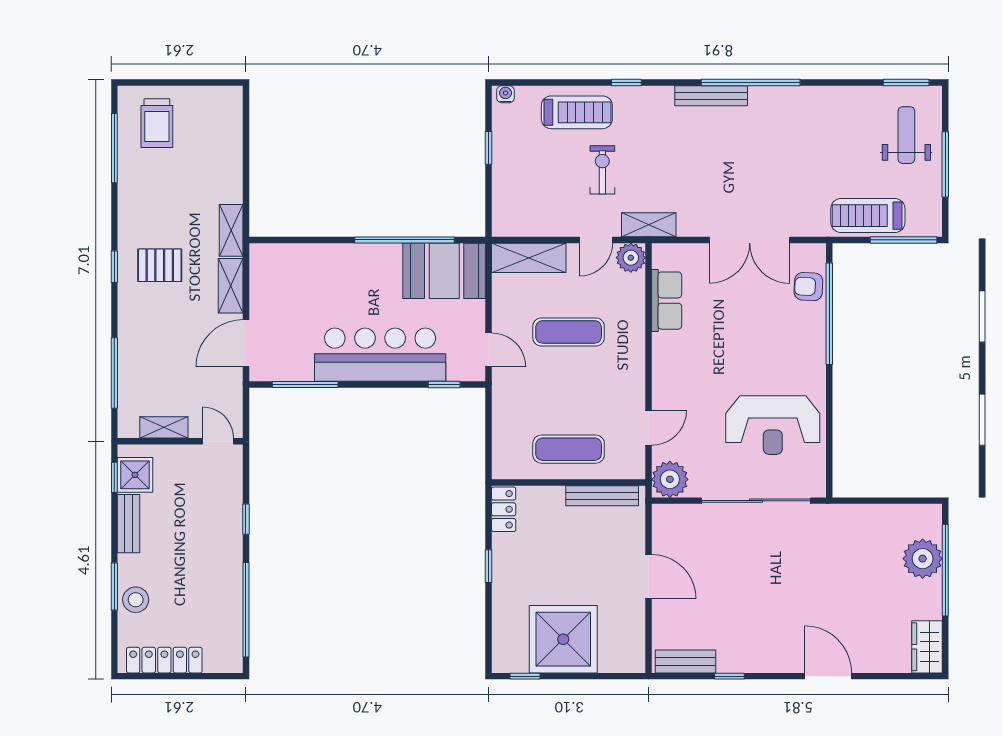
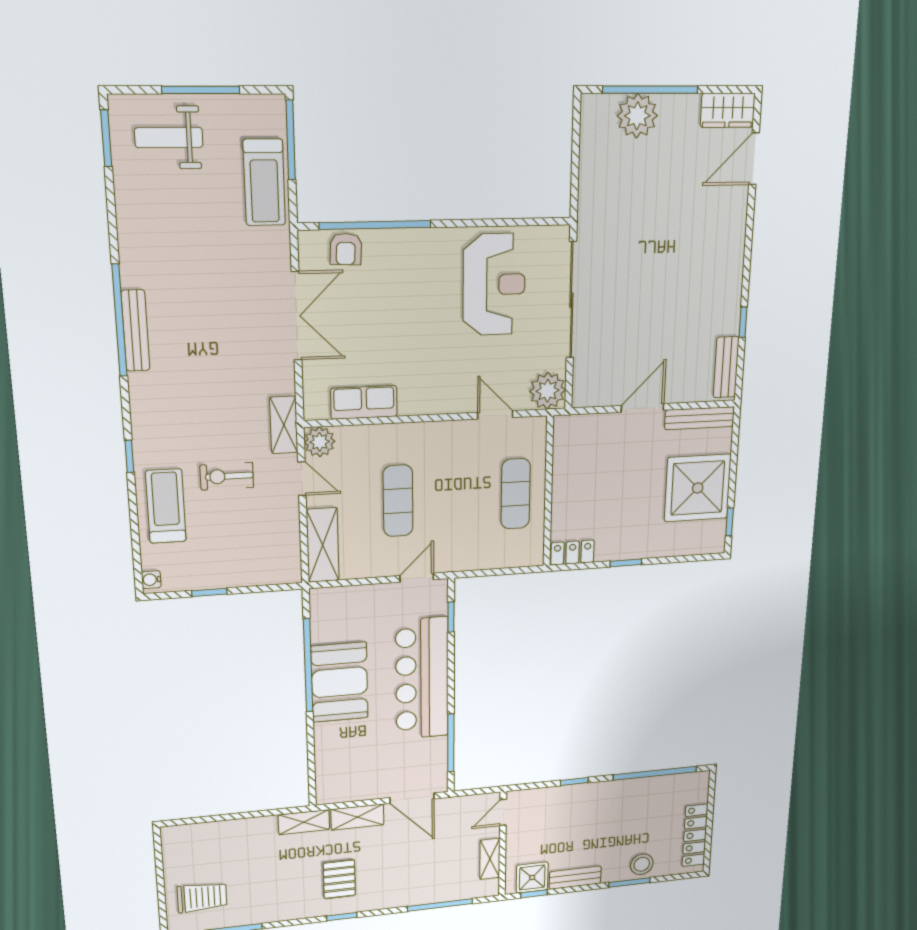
bench: (711, 96) -> (135, 331), moved
booth: (444, 271) -> (340, 682), moved
bench: (602, 496) -> (700, 418), moved, turned 90
door: (828, 676) -> (754, 159), moved

